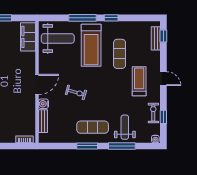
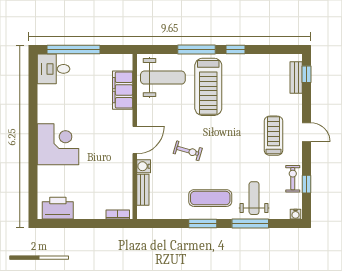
filing cabinet: (28, 37) -> (123, 90), moved
exercise mat: (120, 54) -> (247, 98), removed

